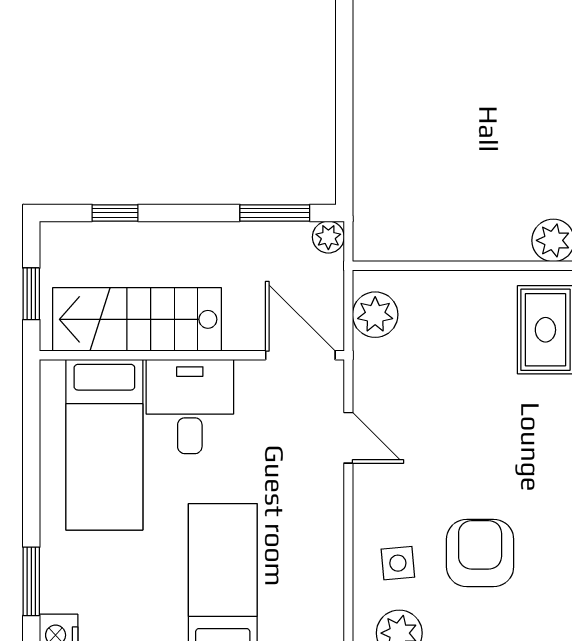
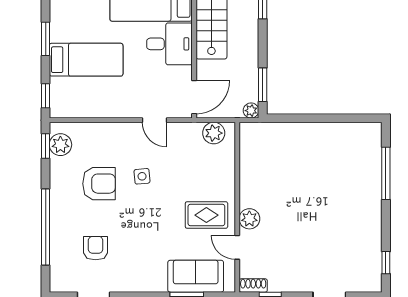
door: (348, 438) -> (154, 120), hinge flipped
side table: (398, 563) -> (142, 176), moved

